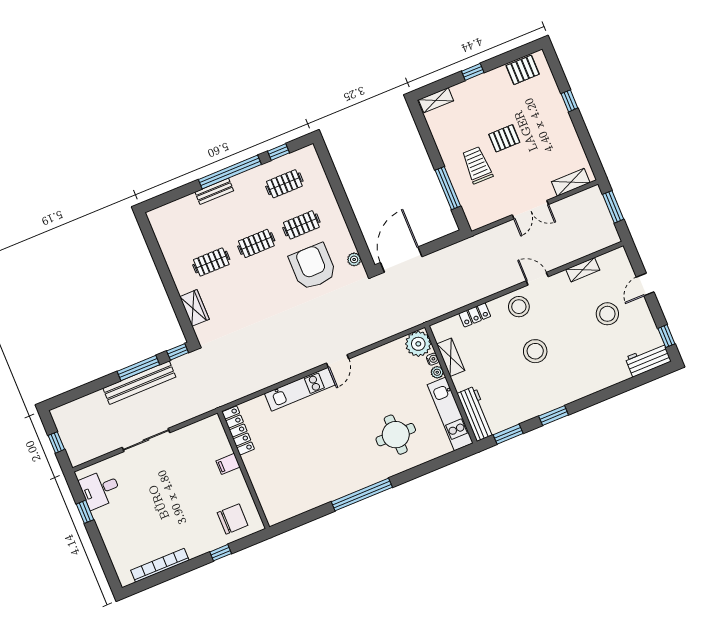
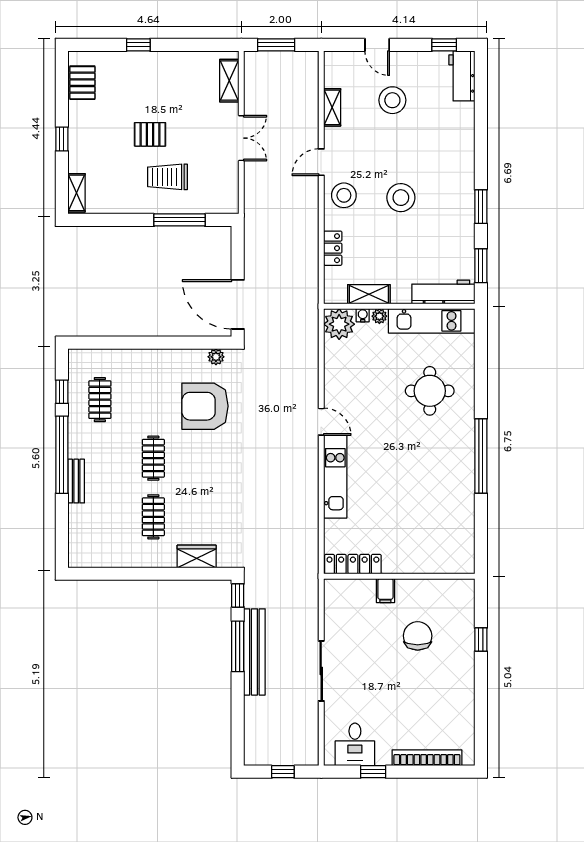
pallet: (504, 138) -> (150, 134), turned 90
clothes rail: (301, 225) -> (153, 400), removed
chair: (233, 519) -> (418, 636), moved
bookcase: (160, 565) -> (427, 758), moved, turned 90

